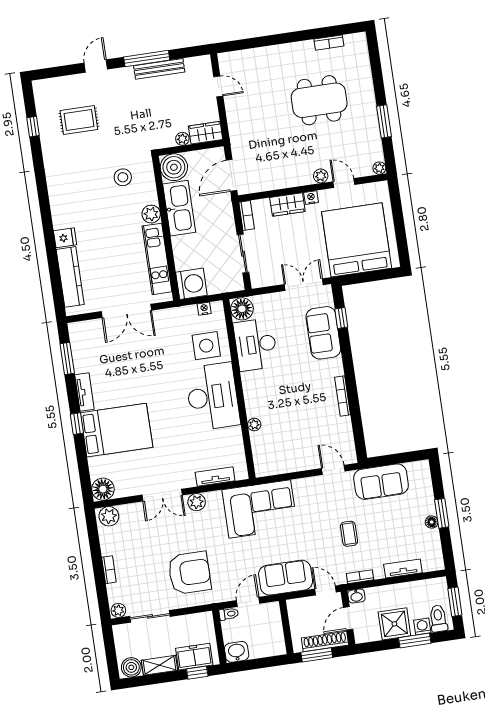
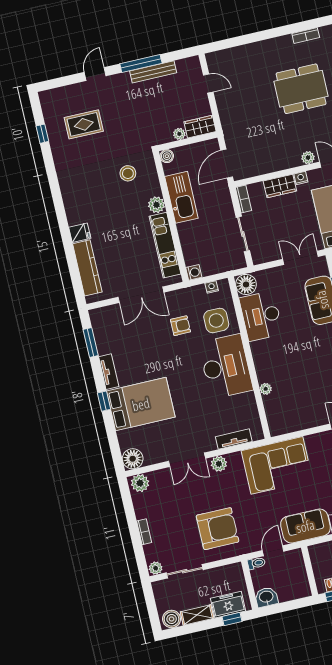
boiler: (174, 167) -> (167, 156), width x0.54, depth x0.54
washing machine: (191, 284) -> (194, 272), width x0.53, depth x0.53
armchair: (167, 348) -> (180, 326), added

